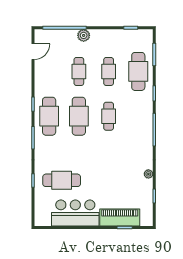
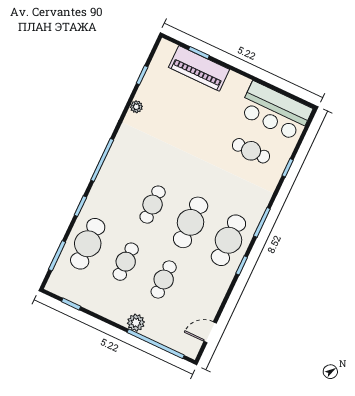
cafe table: (62, 180) -> (251, 151), width x0.73, depth x0.74
bar counter: (75, 213) -> (275, 111), moved

